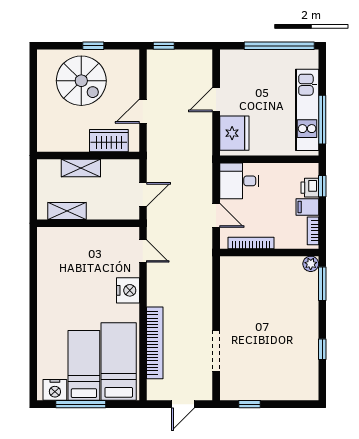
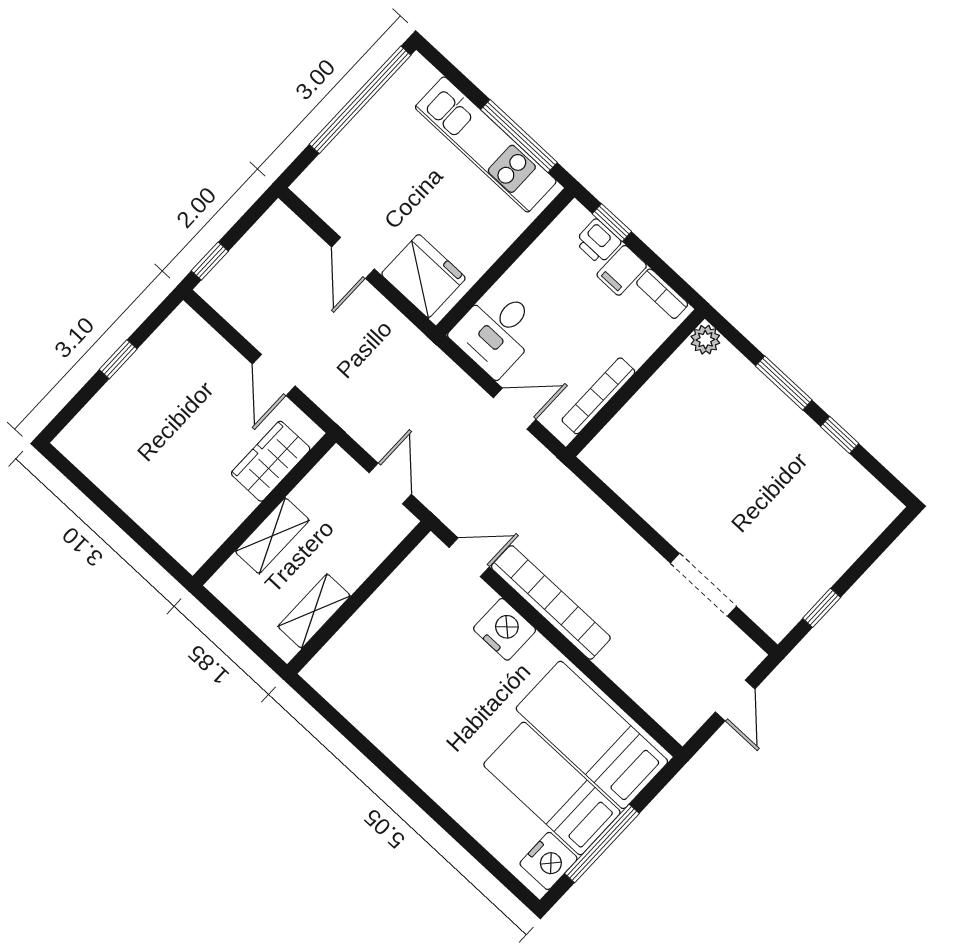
spiral stairs: (81, 81) -> (151, 422), removed
window: (322, 284) -> (784, 383), moved
bookcase: (155, 343) -> (551, 602), moved

